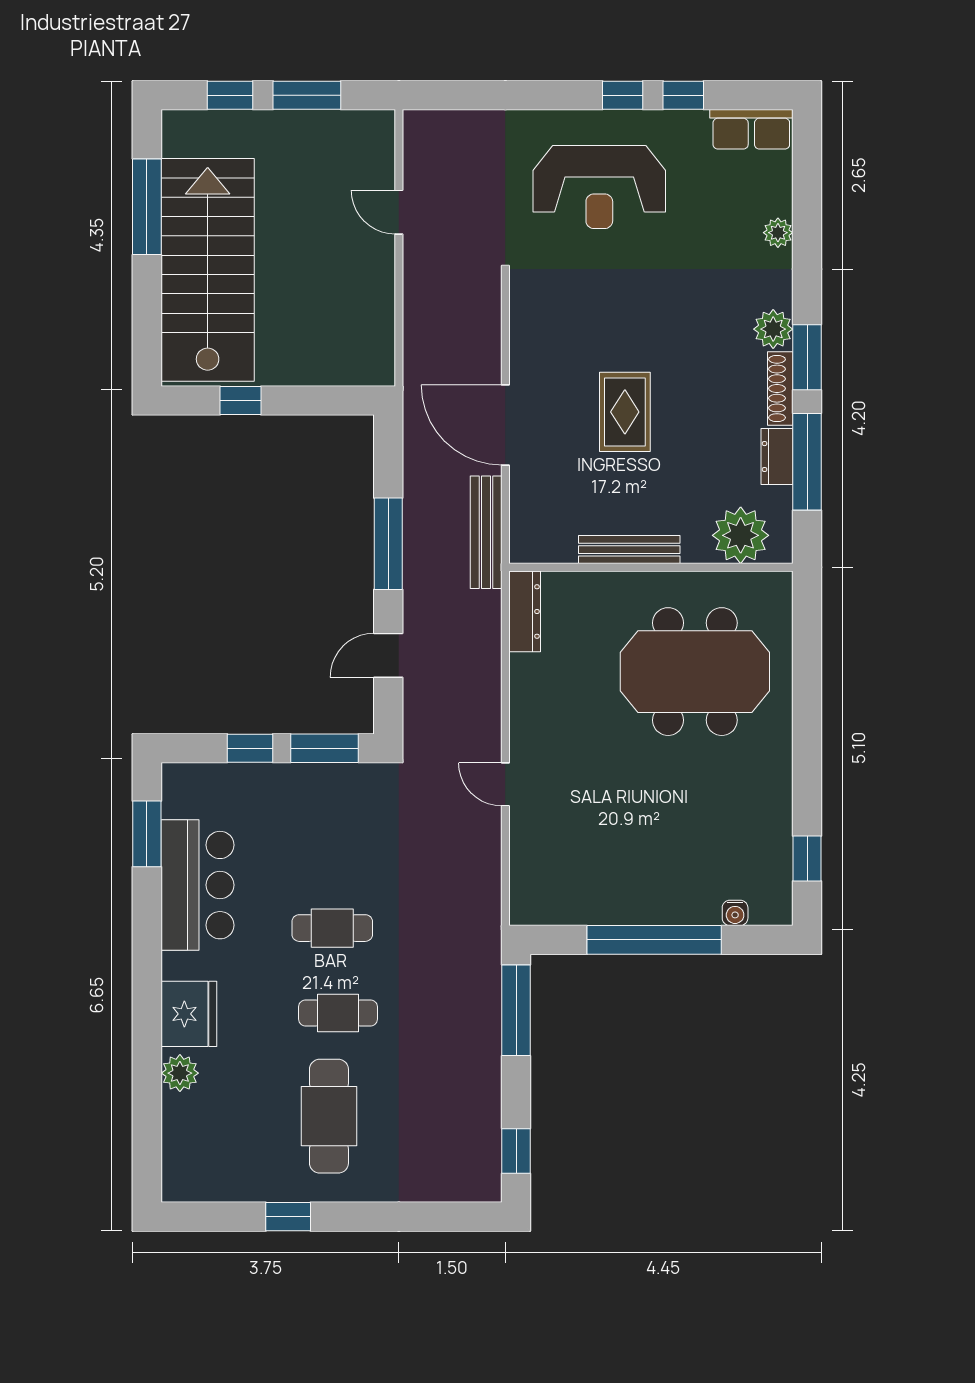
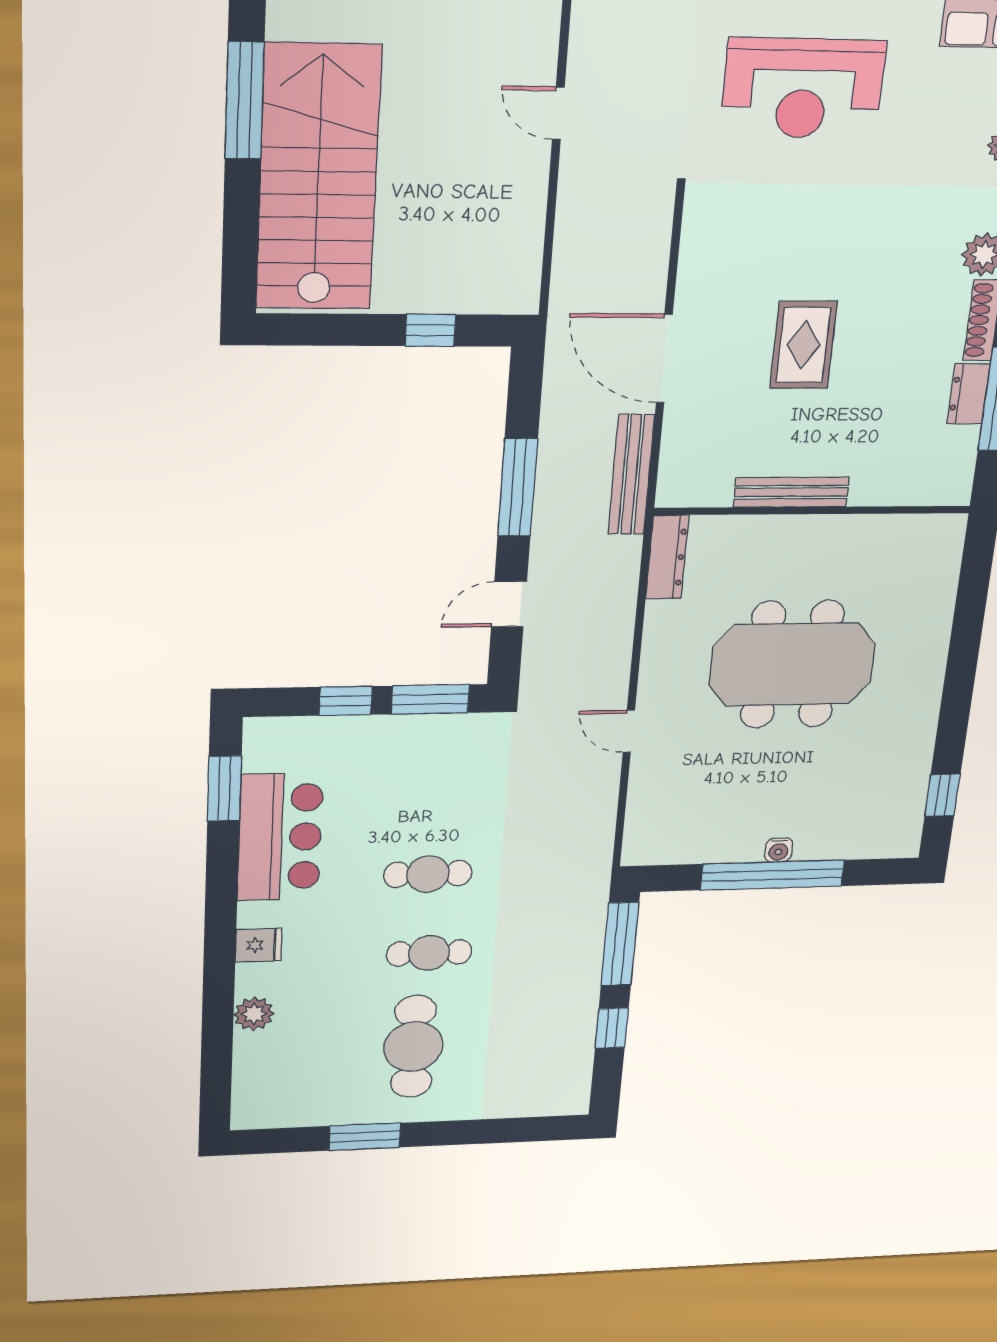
window: (240, 400) -> (430, 330), moved
plant: (741, 535) -> (917, 477), removed
meeting table: (695, 672) -> (792, 664), moved
water cooler: (735, 913) -> (779, 850), moved
fridge: (189, 1014) -> (259, 945), width x0.53, depth x0.75
window: (516, 1151) -> (612, 1028), moved
window: (288, 1217) -> (365, 1137), width x1.50

